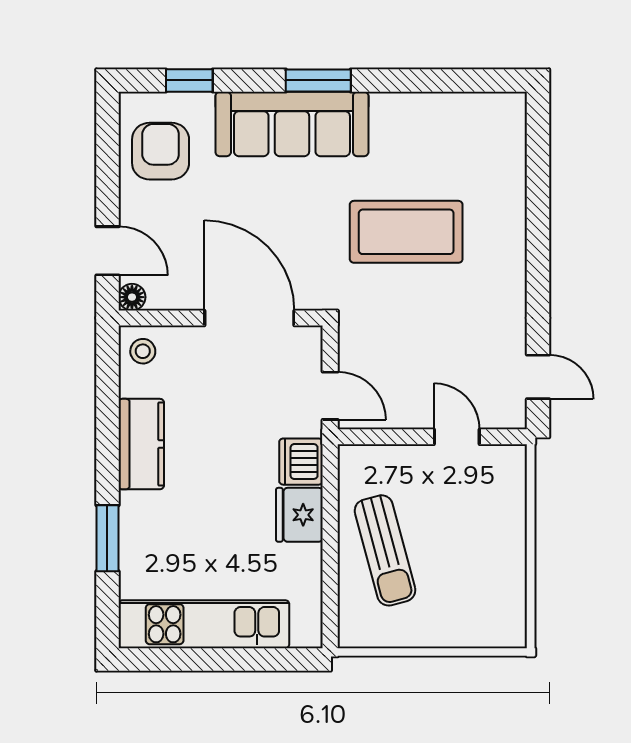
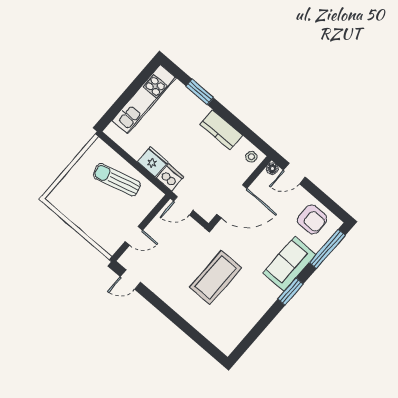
window: (189, 80) -> (327, 249), width x2.17
sofa: (292, 124) -> (289, 264), width x0.73

